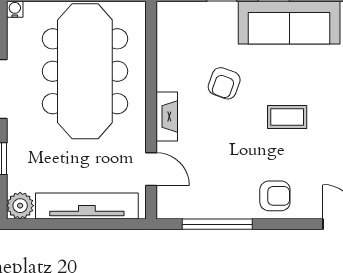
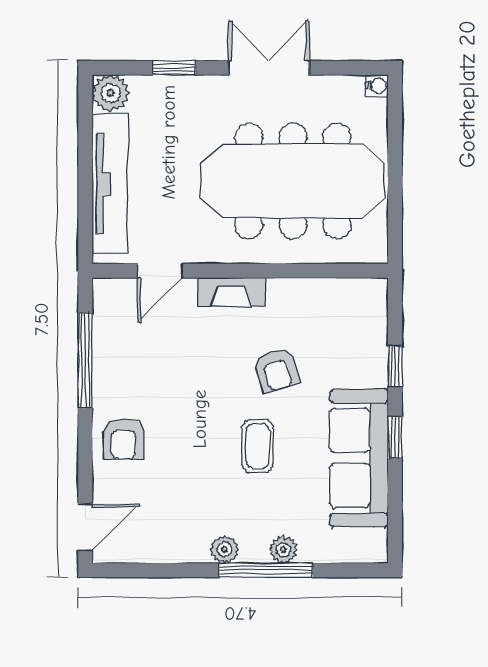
armchair: (224, 83) -> (276, 370), turned -127
coffee table: (287, 117) -> (258, 446), moved

